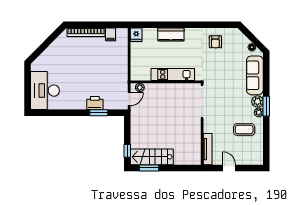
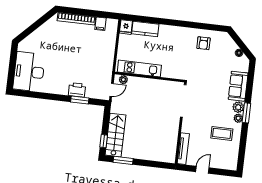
kitchen counter: (171, 34) -> (145, 29), moved
kitchen unit: (173, 74) -> (139, 69), moved
sofa: (255, 75) -> (238, 86), width x0.73
stairs: (152, 157) -> (116, 135), moved, turned 90
door: (229, 168) -> (202, 170), hinge flipped

